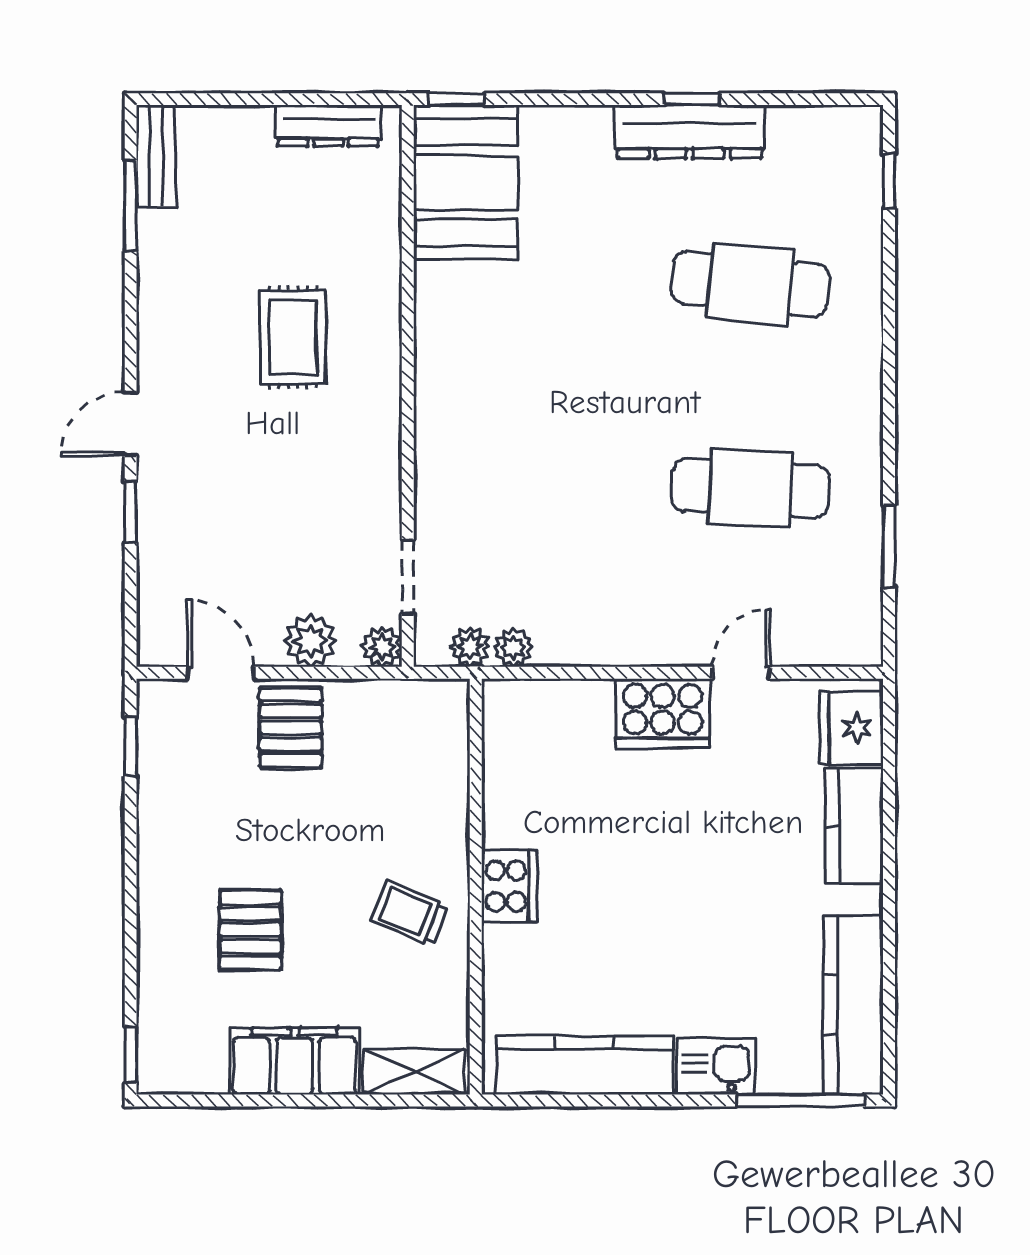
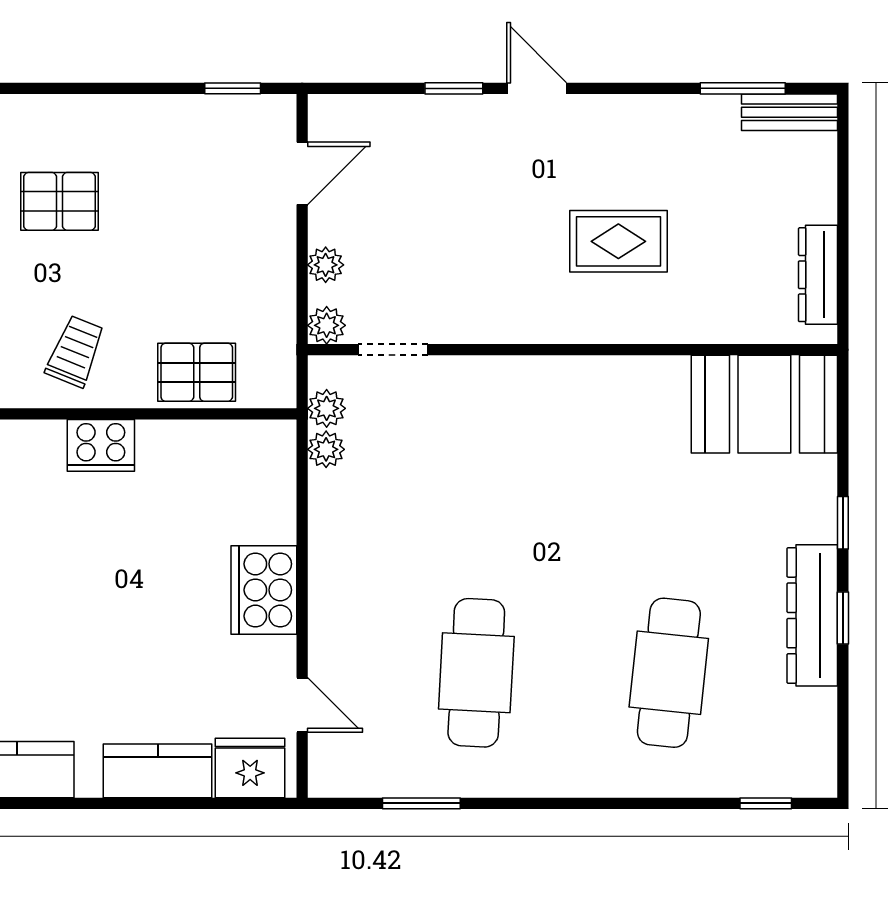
window: (457, 99) -> (843, 523), moved
plant: (310, 641) -> (326, 265), width x0.73, depth x0.73
door: (741, 673) -> (302, 705), moved
pallet: (291, 728) -> (197, 372), moved

